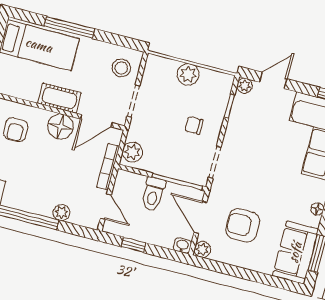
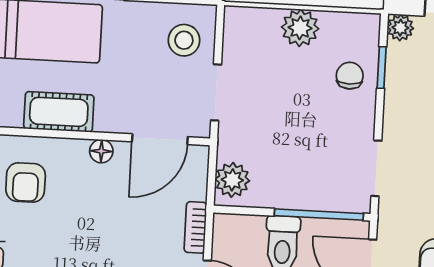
cot: (59, 98) -> (59, 112), moved
chair: (194, 125) -> (350, 76), moved, turned 90
floor lamp: (60, 127) -> (101, 151), width x0.53, depth x0.53
bookcase: (108, 167) -> (195, 227), width x0.64

